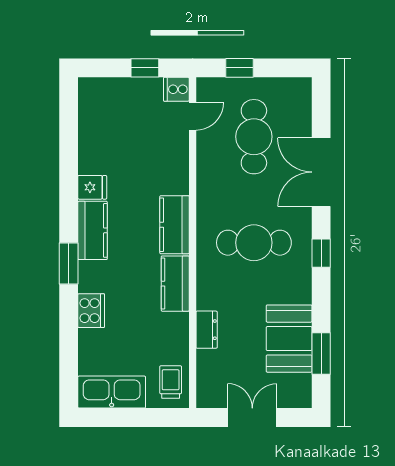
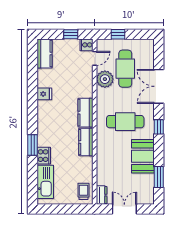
plant: (213, 158) -> (105, 79), added
kitchen counter: (93, 230) -> (45, 53), moved
window: (69, 263) -> (33, 145), moved
dresser: (207, 330) -> (102, 195), moved
booth: (289, 339) -> (143, 156), moved
kitchen sink: (112, 392) -> (45, 182), moved, turned 90

